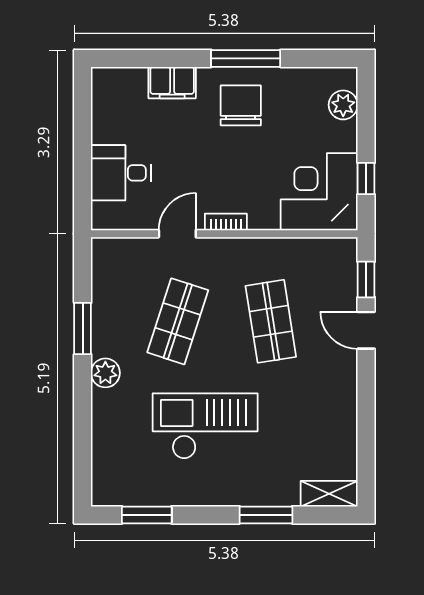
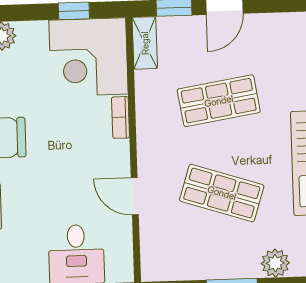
bookcase: (226, 222) -> (120, 117), moved
shelving: (331, 249) -> (145, 43), added

